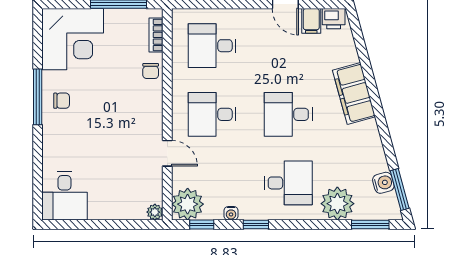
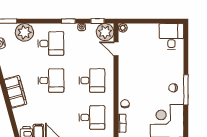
door: (167, 153) -> (116, 49), moved
desk: (288, 183) -> (51, 44), turned 180

